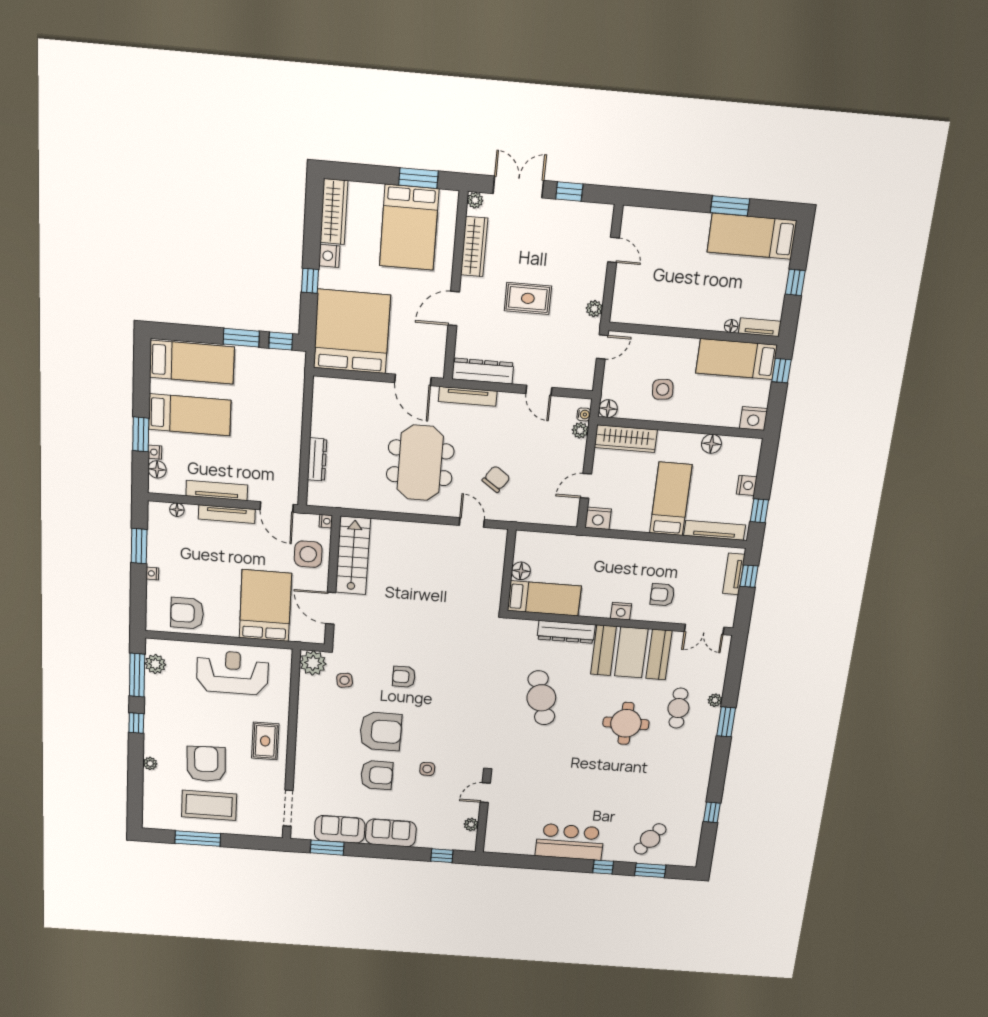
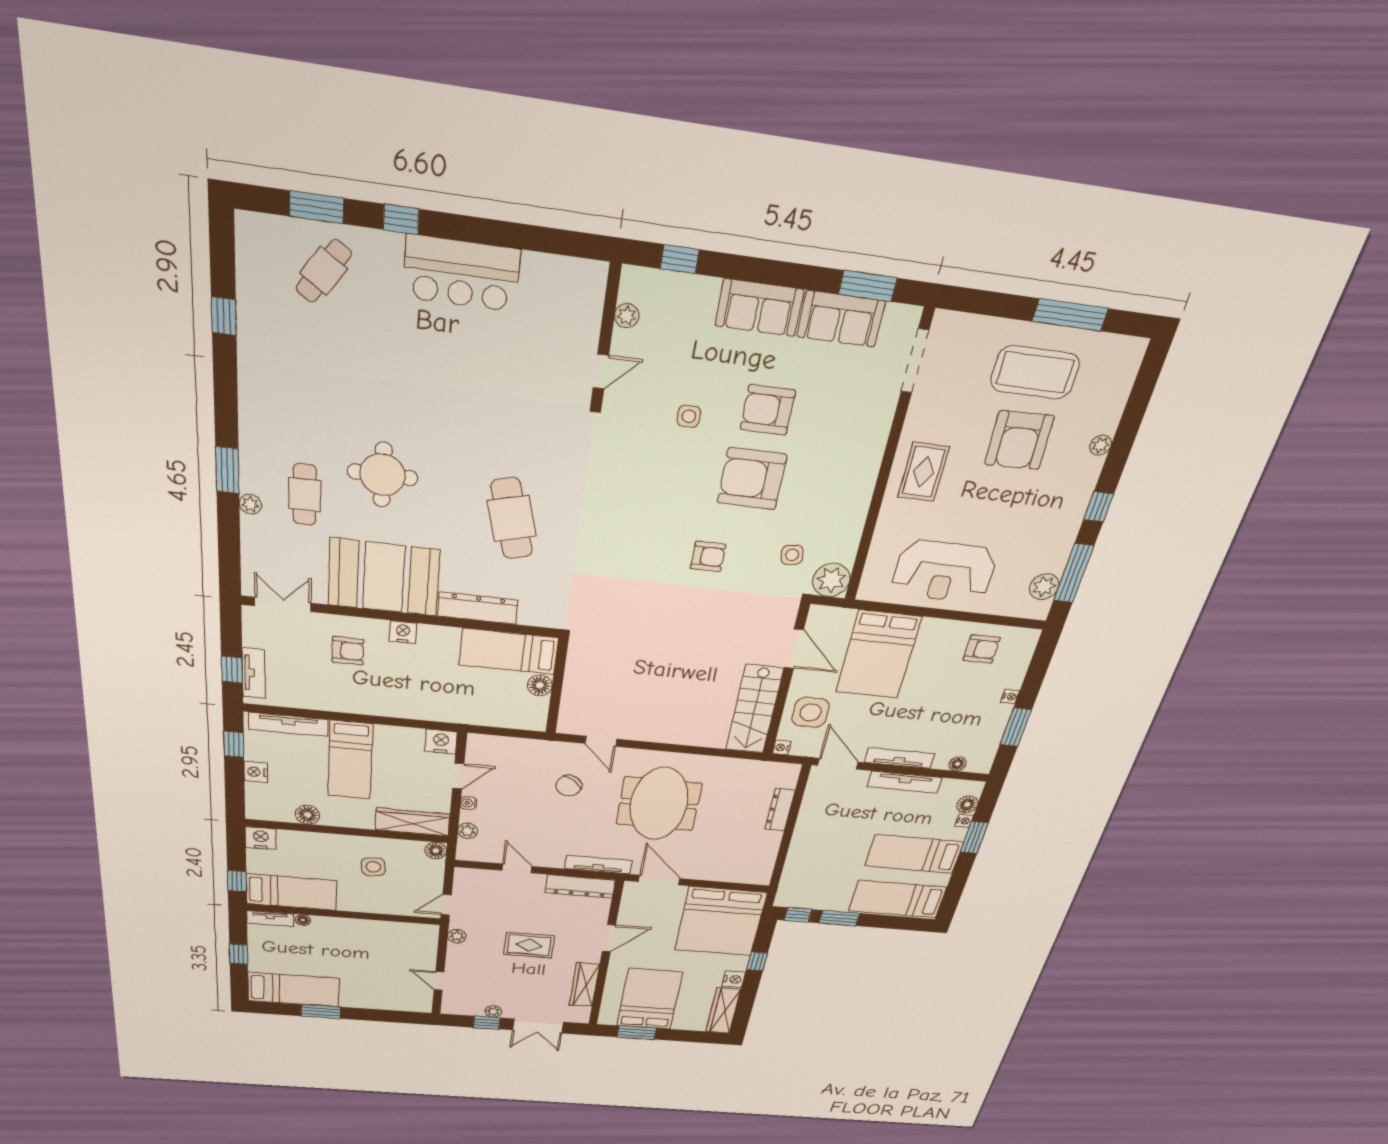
plant: (475, 200) -> (493, 1011), moved
water cooler: (584, 414) -> (468, 803), moved
armchair: (187, 613) -> (982, 649), width x0.72, depth x0.72

